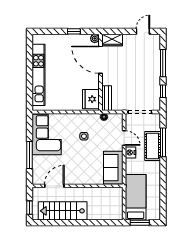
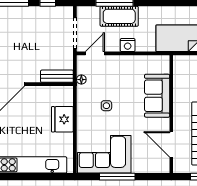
fridge: (91, 99) -> (62, 119), moved, turned 90
door: (124, 138) -> (95, 53), moved
window: (29, 155) -> (117, 177), moved
sofa: (113, 168) -> (157, 96), moved, turned 90

